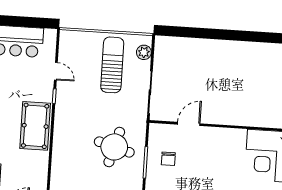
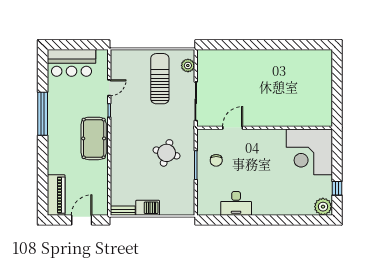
door: (56, 71) -> (109, 88), hinge flipped
round table: (114, 147) -> (167, 153), width x0.73, depth x0.73

